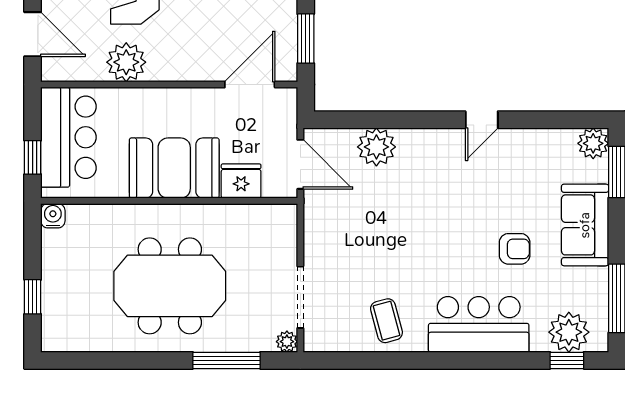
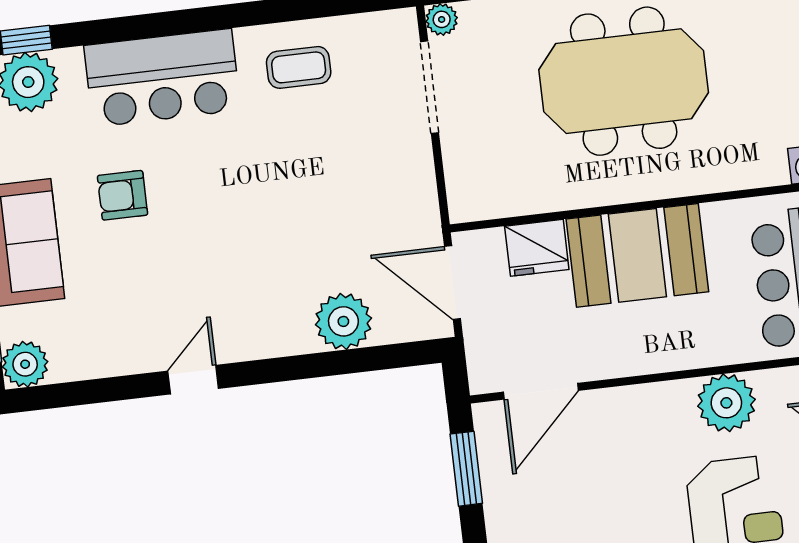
coffee table: (386, 321) -> (299, 67), turned -75

